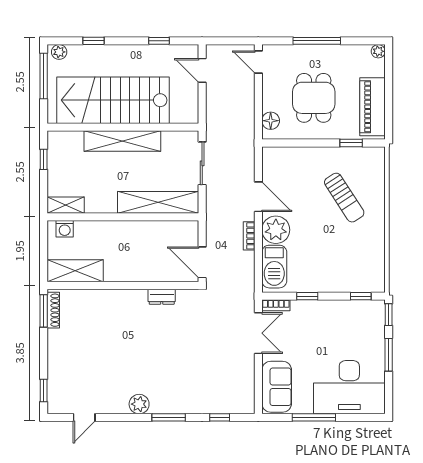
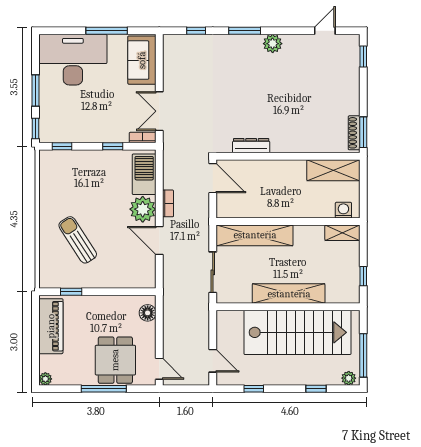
dining table: (314, 98) -> (115, 360), moved
dresser: (162, 297) -> (251, 146), width x1.44

